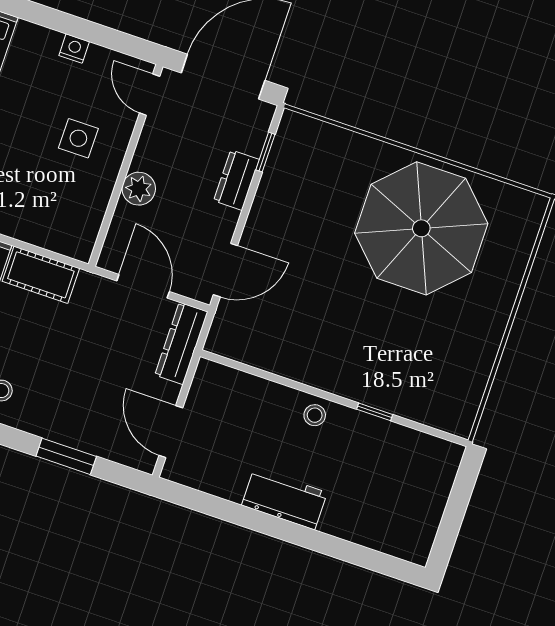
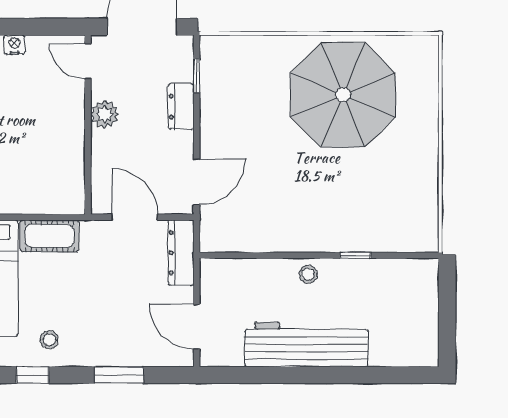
side table: (78, 138) -> (42, 116), removed
plant: (139, 189) -> (105, 114), moved
workbench: (284, 499) -> (306, 344), width x1.88, depth x1.32

